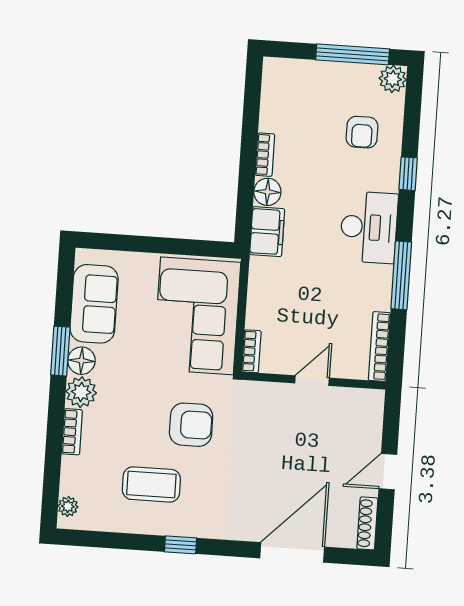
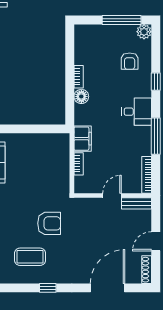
desk: (369, 227) -> (137, 112), width x0.73
filing cabinet: (267, 232) -> (83, 139), moved
corner sofa: (197, 316) -> (48, 165), removed
bookcase: (251, 351) -> (79, 164), moved
bench: (357, 398) -> (136, 203), added

